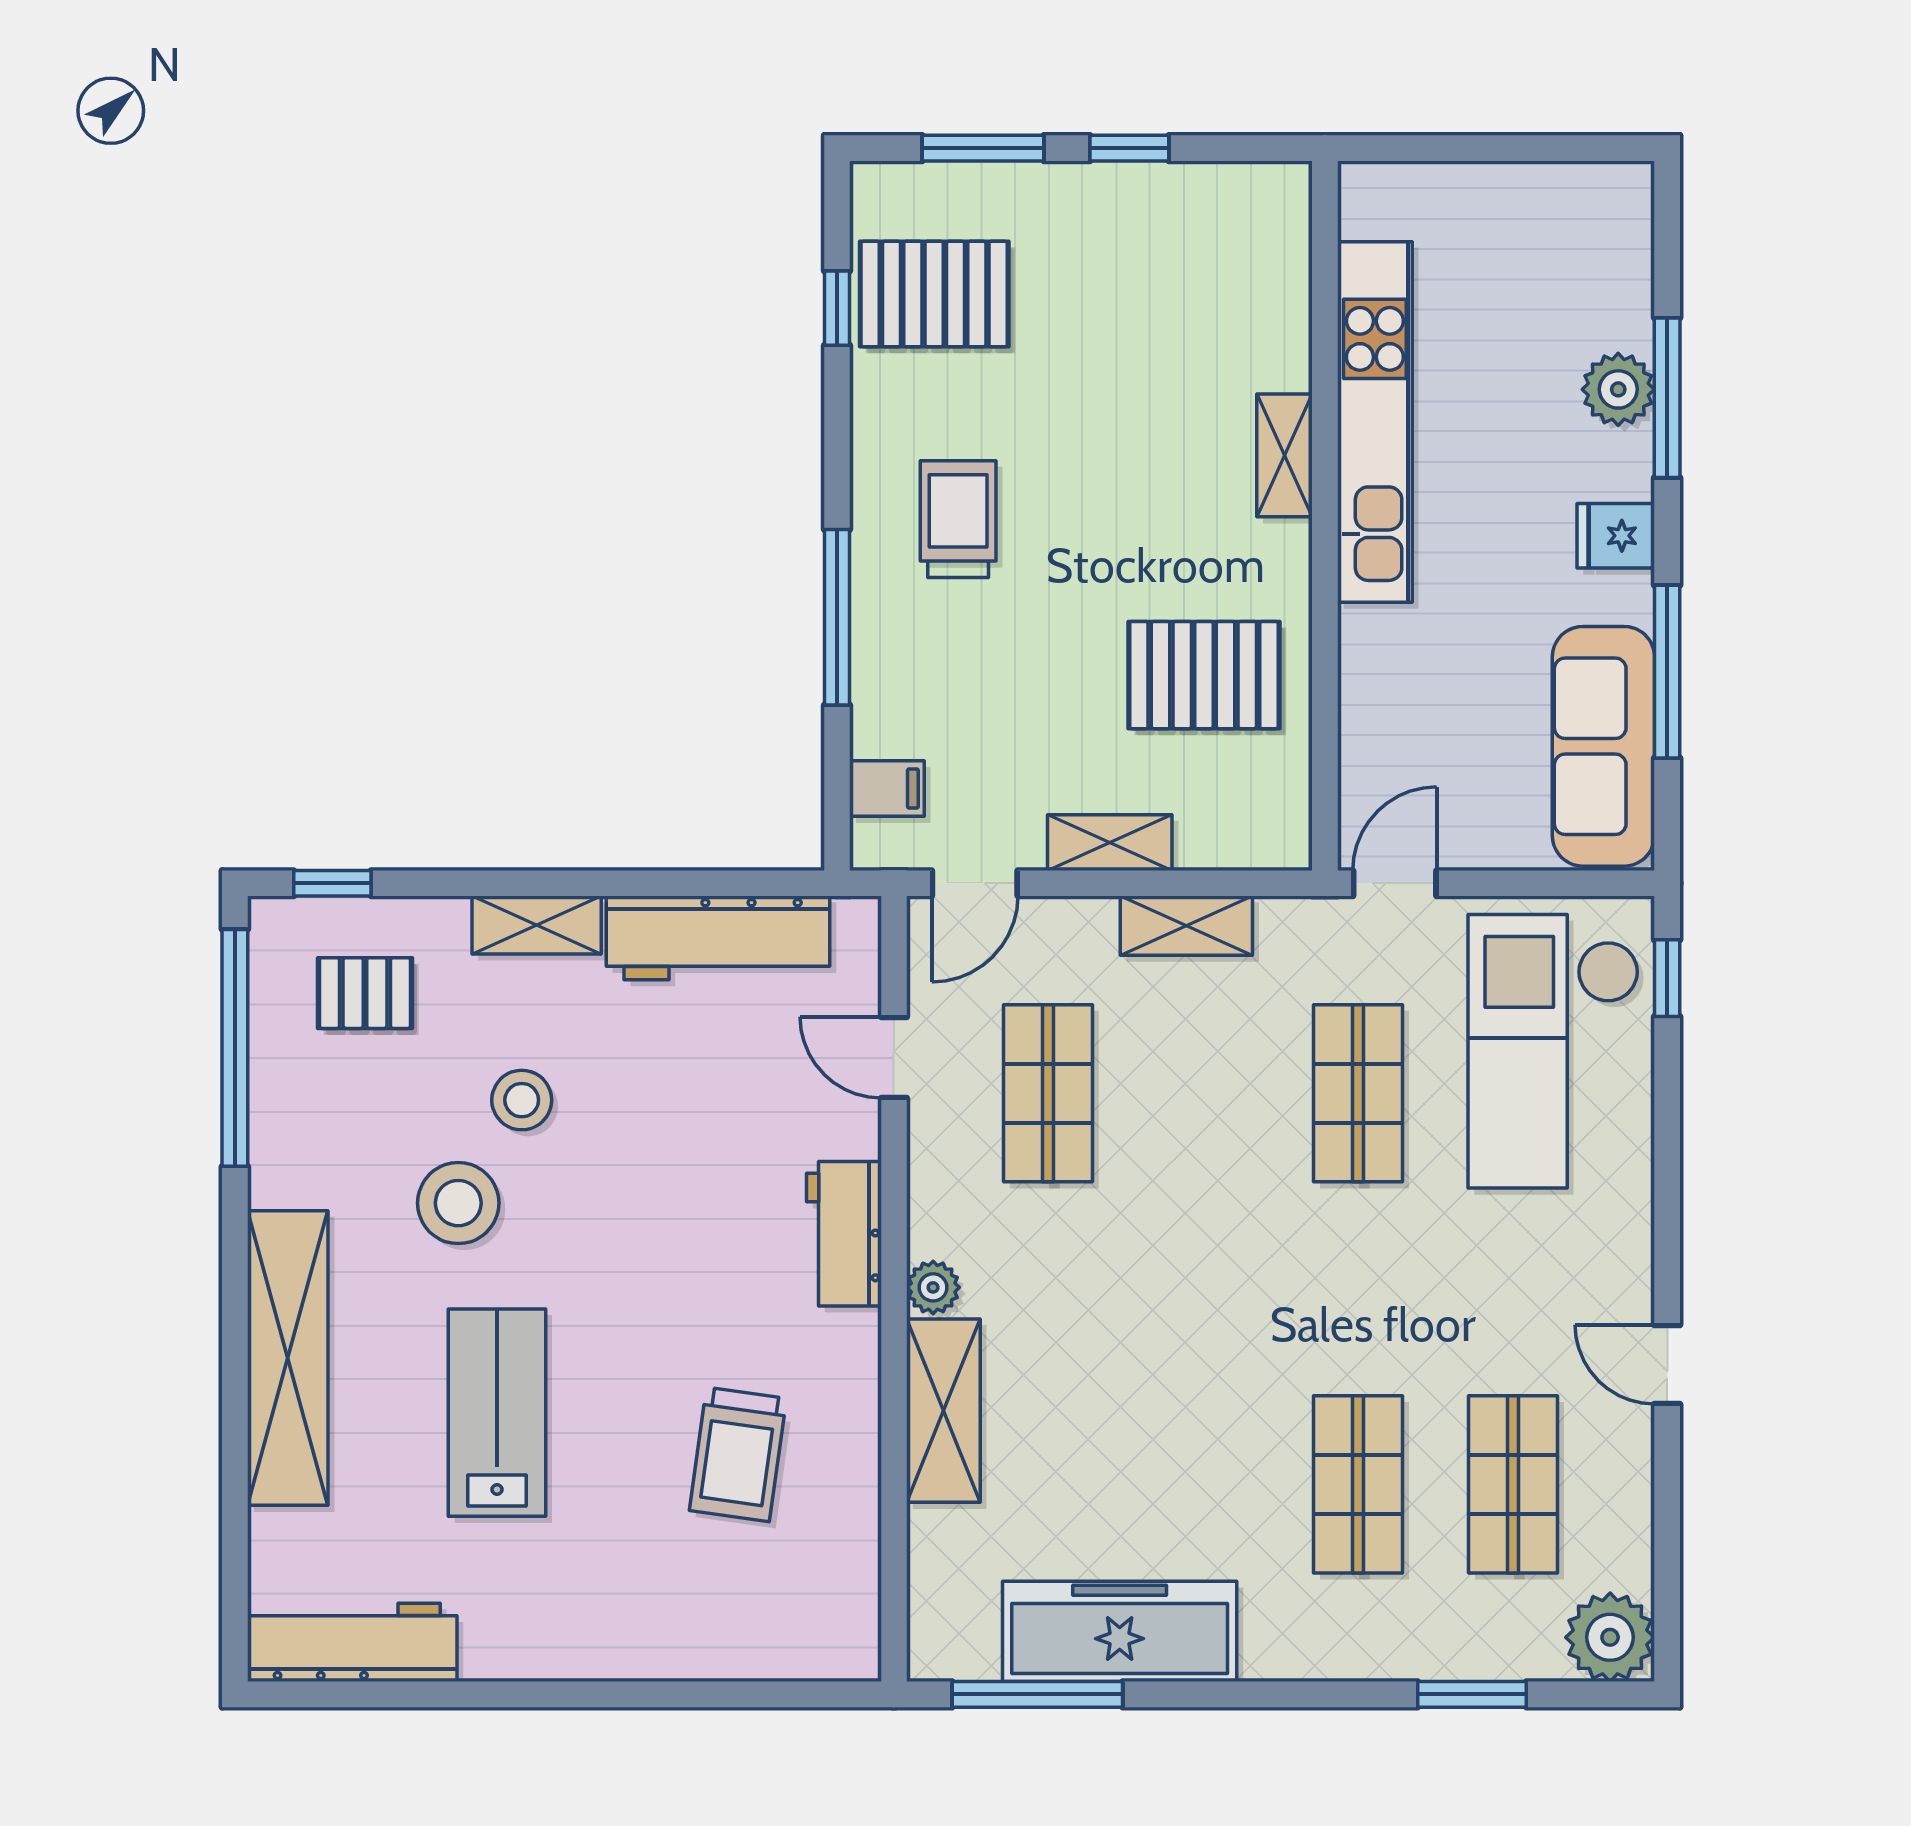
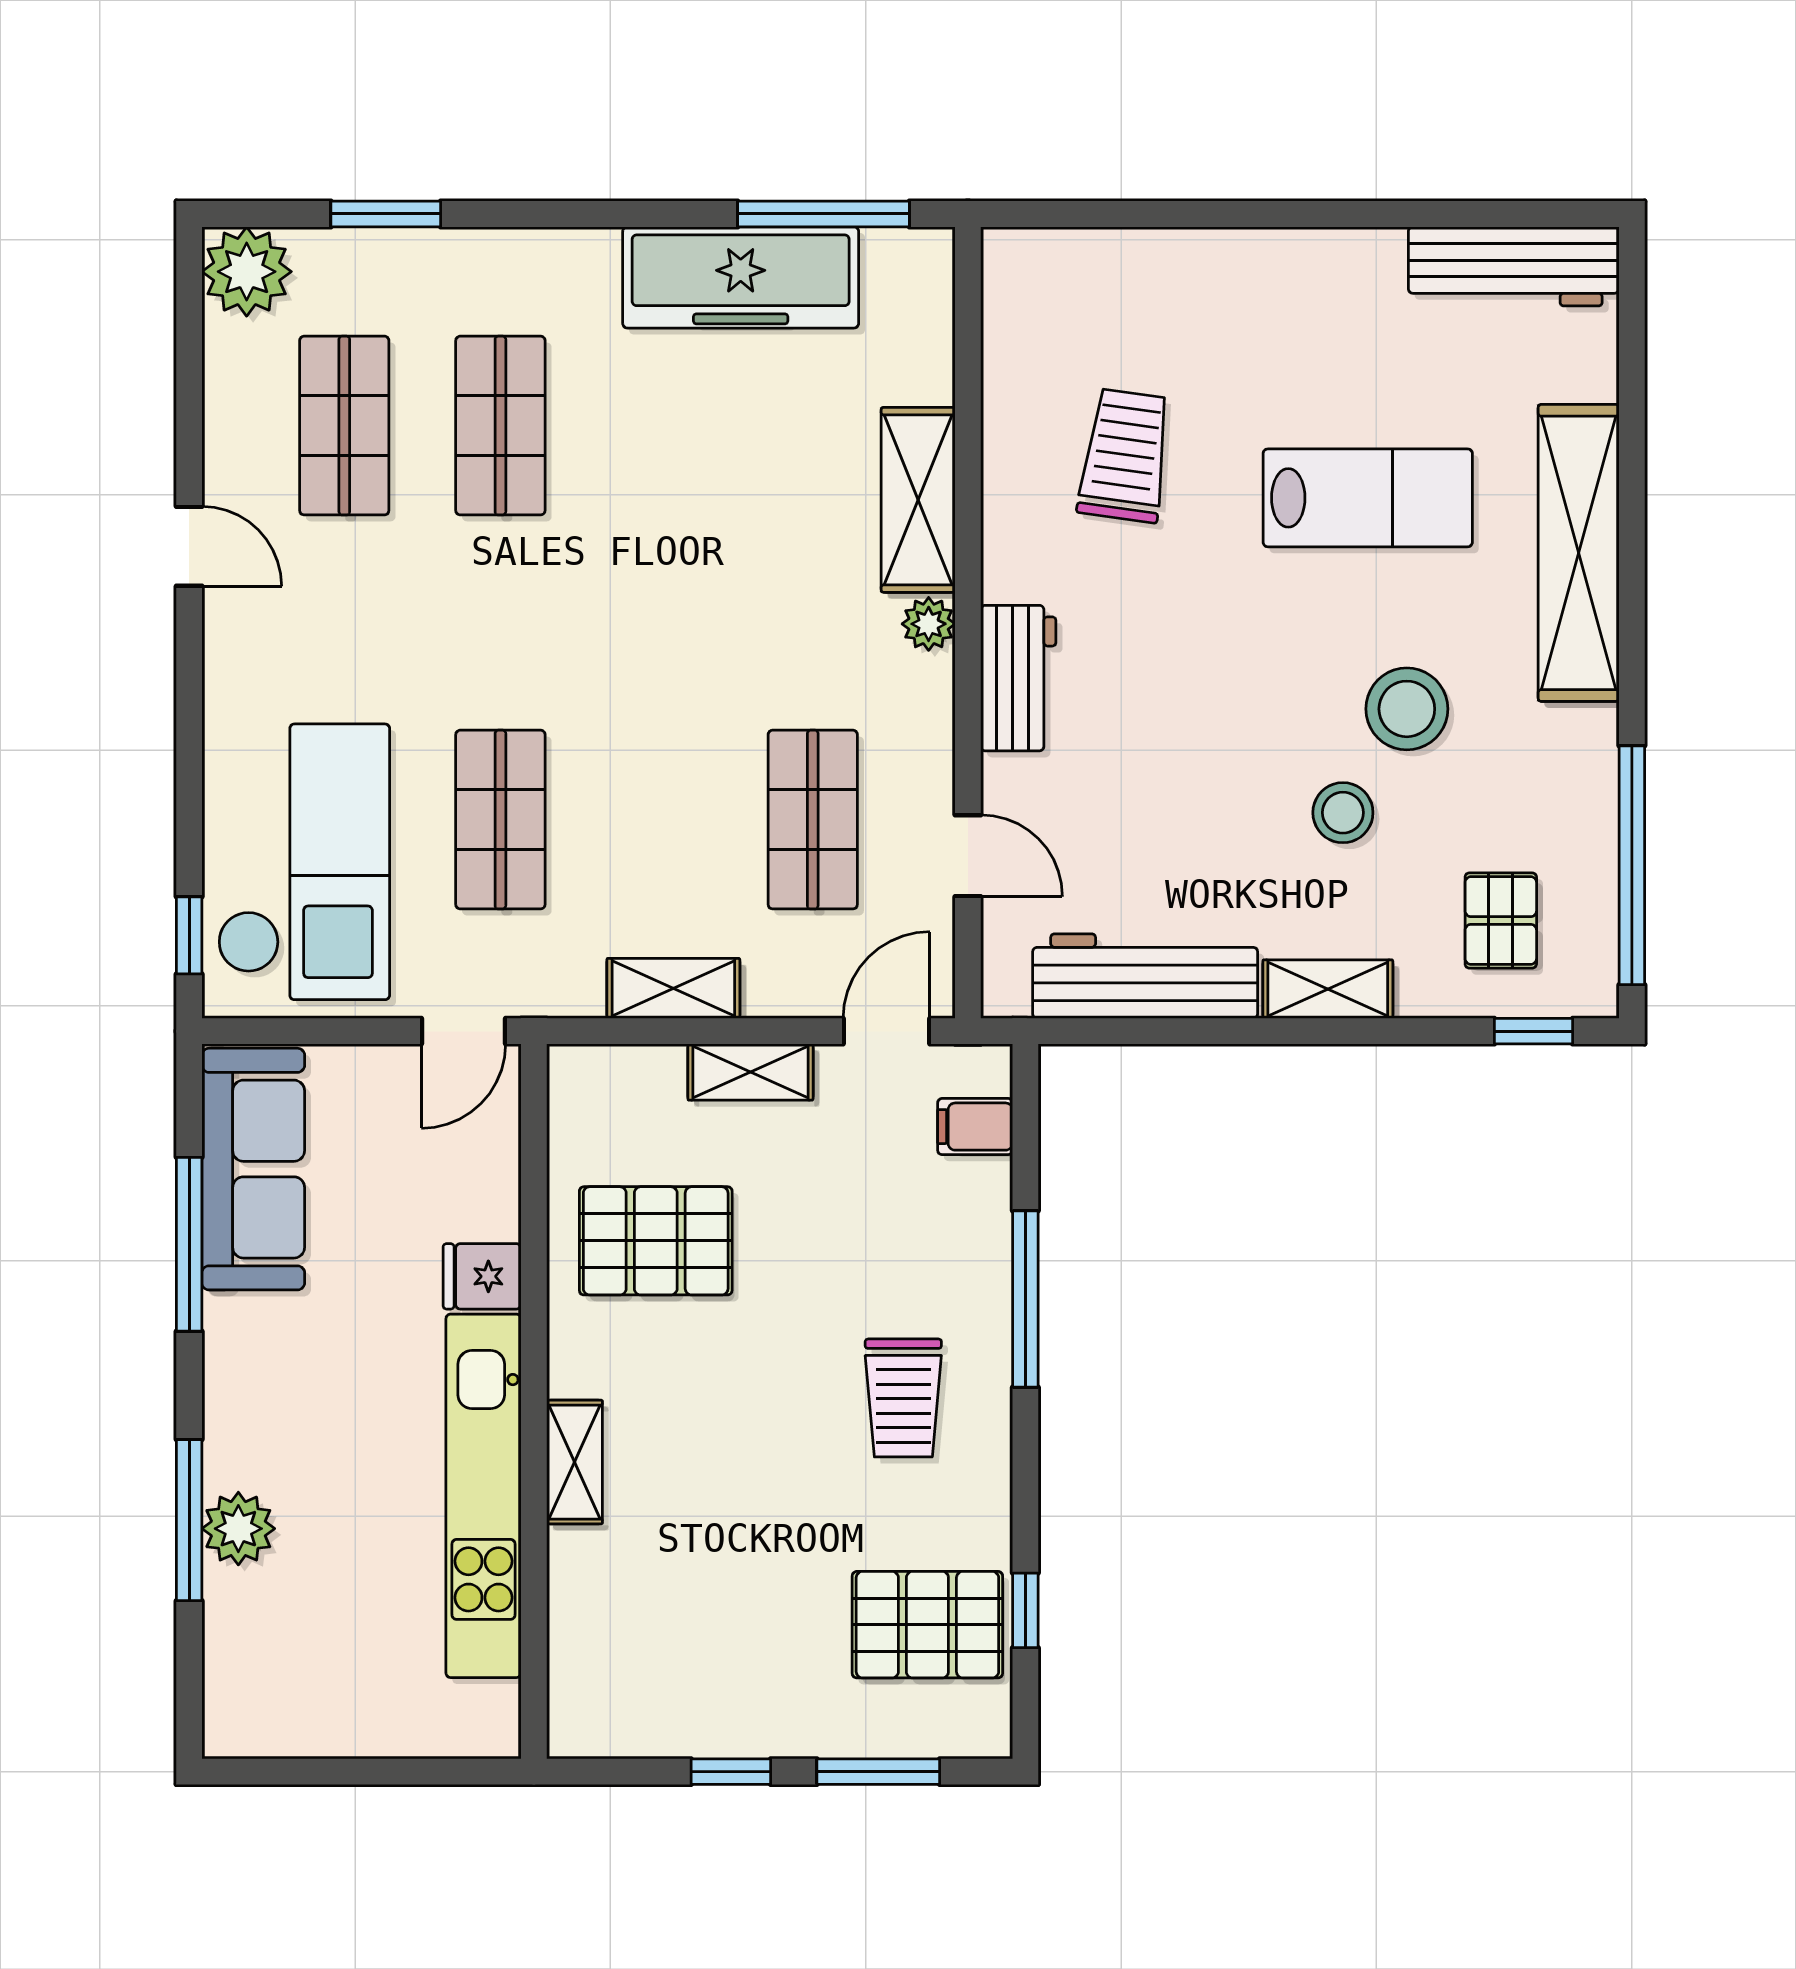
fridge: (1616, 536) -> (482, 1276), moved, turned 180
pallet: (365, 993) -> (1501, 921), turned 90
lab bench: (497, 1413) -> (1368, 498), turned -90

